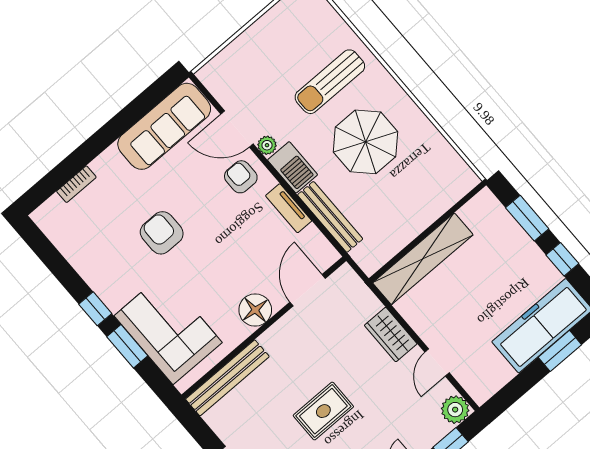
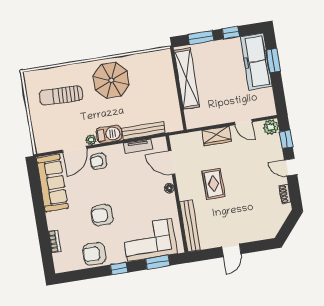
sun lounger: (330, 82) -> (61, 95), moved, turned 92
parasol: (366, 142) -> (111, 80), moved
tv unit: (289, 208) -> (138, 146), moved
armchair: (95, 257) -> (94, 254), added
shelving: (423, 259) -> (187, 79), moved
floor lamp: (255, 310) -> (169, 188), width x0.53, depth x0.53
window: (127, 346) -> (158, 262), moved
rug: (323, 411) -> (213, 184), moved

